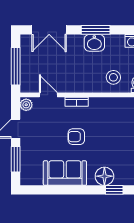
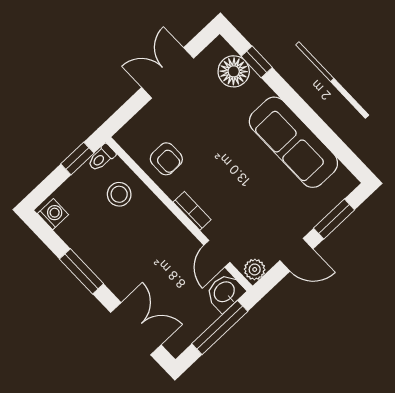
washbasin: (94, 43) -> (225, 292), moved, turned -90
armchair: (76, 137) -> (166, 159), moved
sofa: (65, 173) -> (293, 142), width x1.36
floor lamp: (104, 176) -> (234, 71), moved

